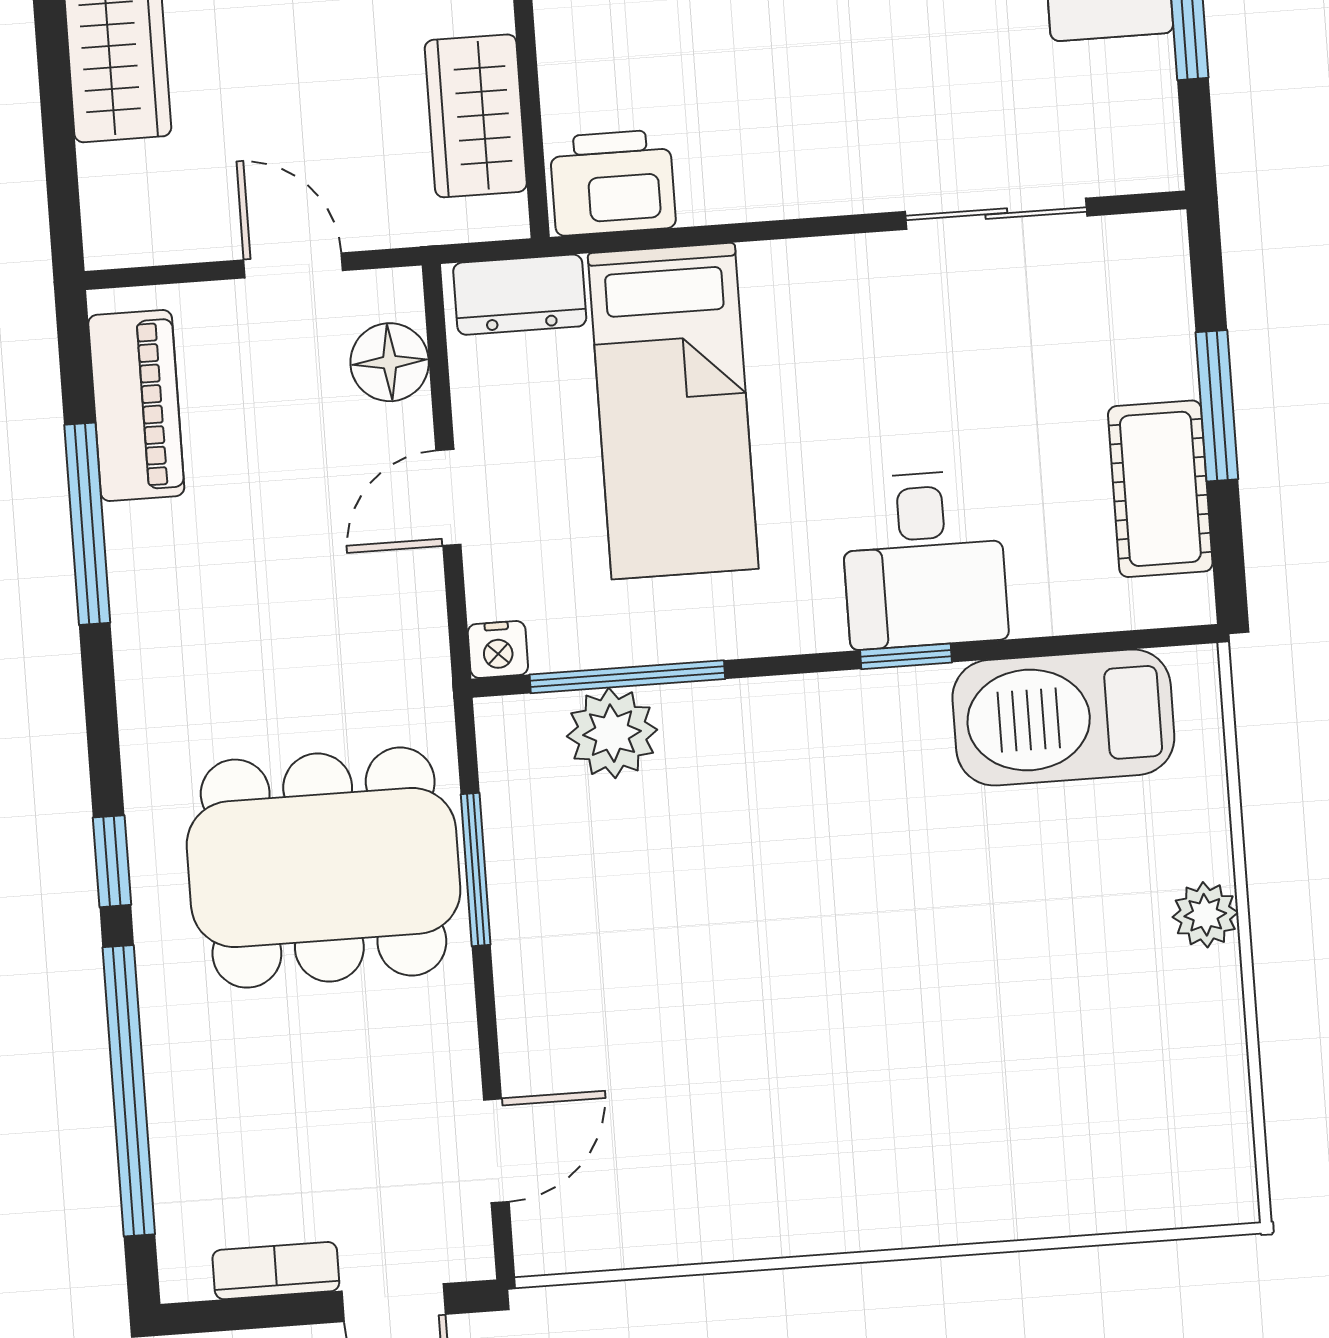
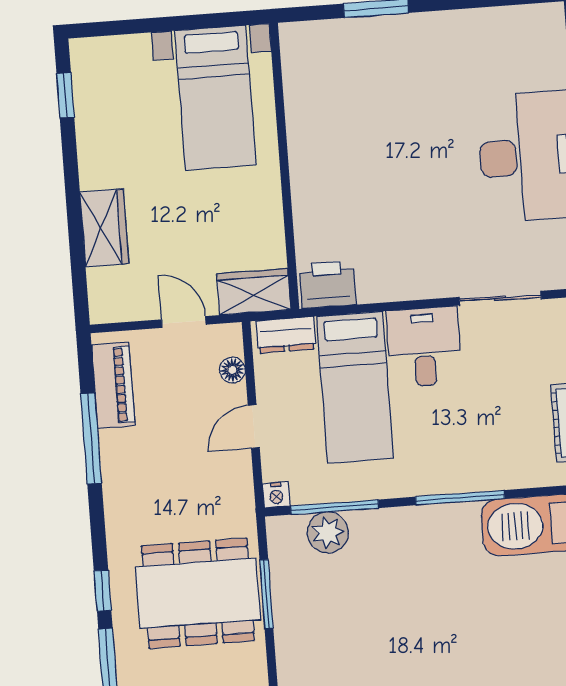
wardrobe: (476, 116) -> (254, 292), moved, turned 90
floor lamp: (390, 362) -> (232, 370), width x0.73, depth x0.73
desk: (924, 559) -> (424, 347), moved, turned 180
window: (906, 656) -> (460, 498), width x2.17

